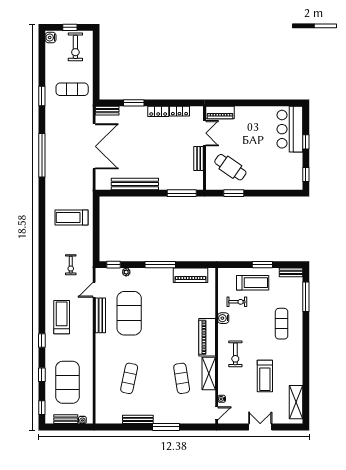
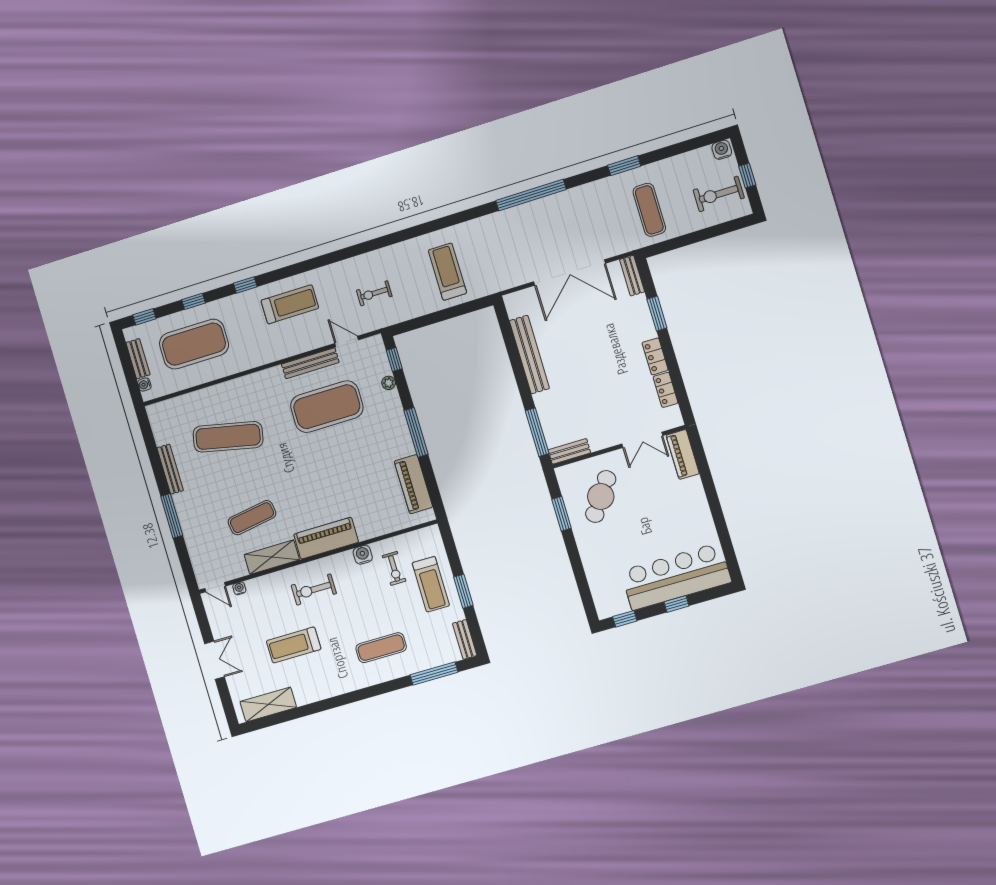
bar counter: (290, 129) -> (676, 577), width x1.36
bench: (199, 158) -> (569, 451), moved
exercise mat: (129, 378) -> (228, 437), width x1.36, depth x1.45

